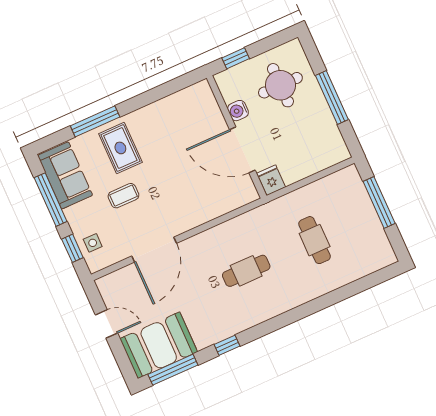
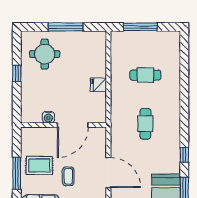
water cooler: (238, 111) -> (48, 117), moved
wall: (236, 137) -> (64, 125), moved
door: (242, 150) -> (73, 125), moved

